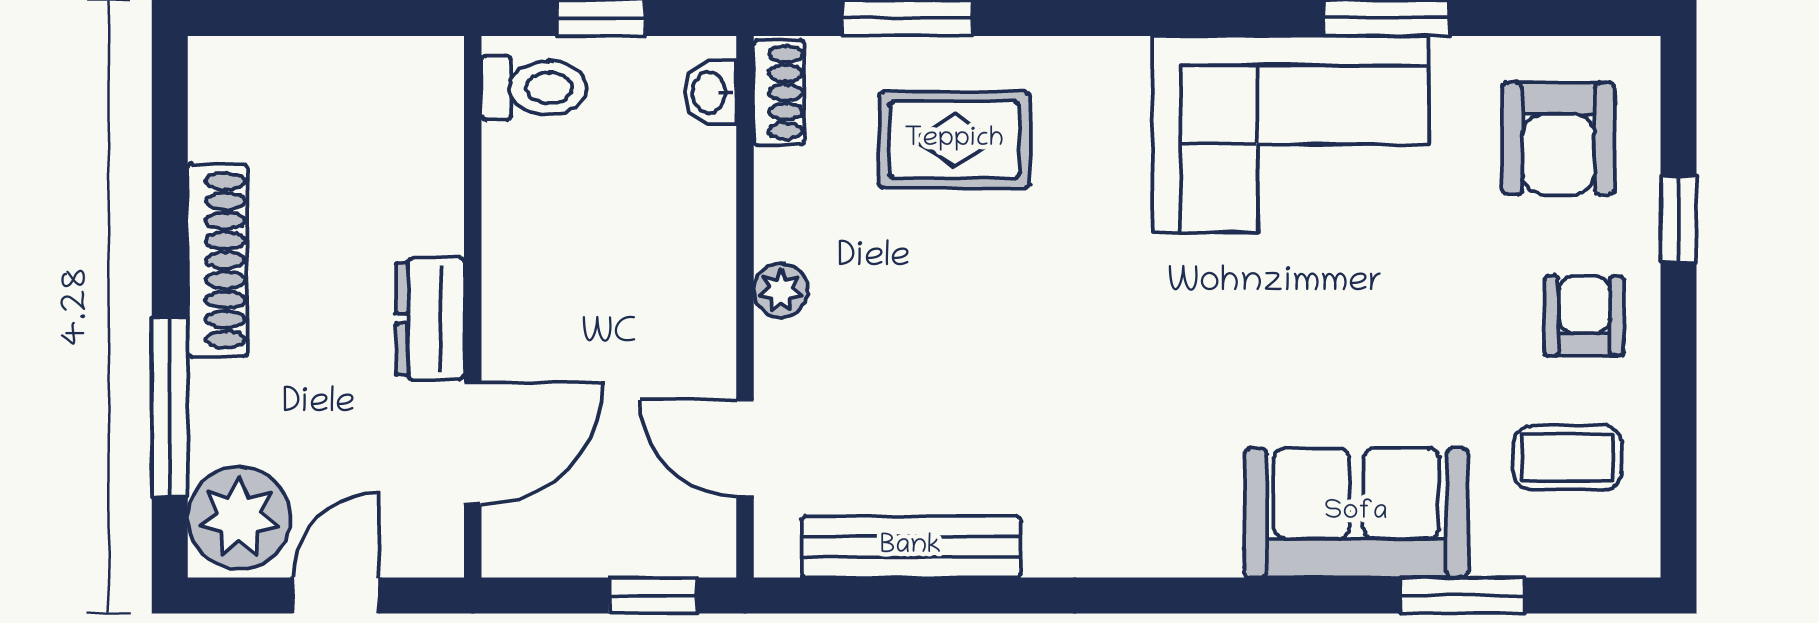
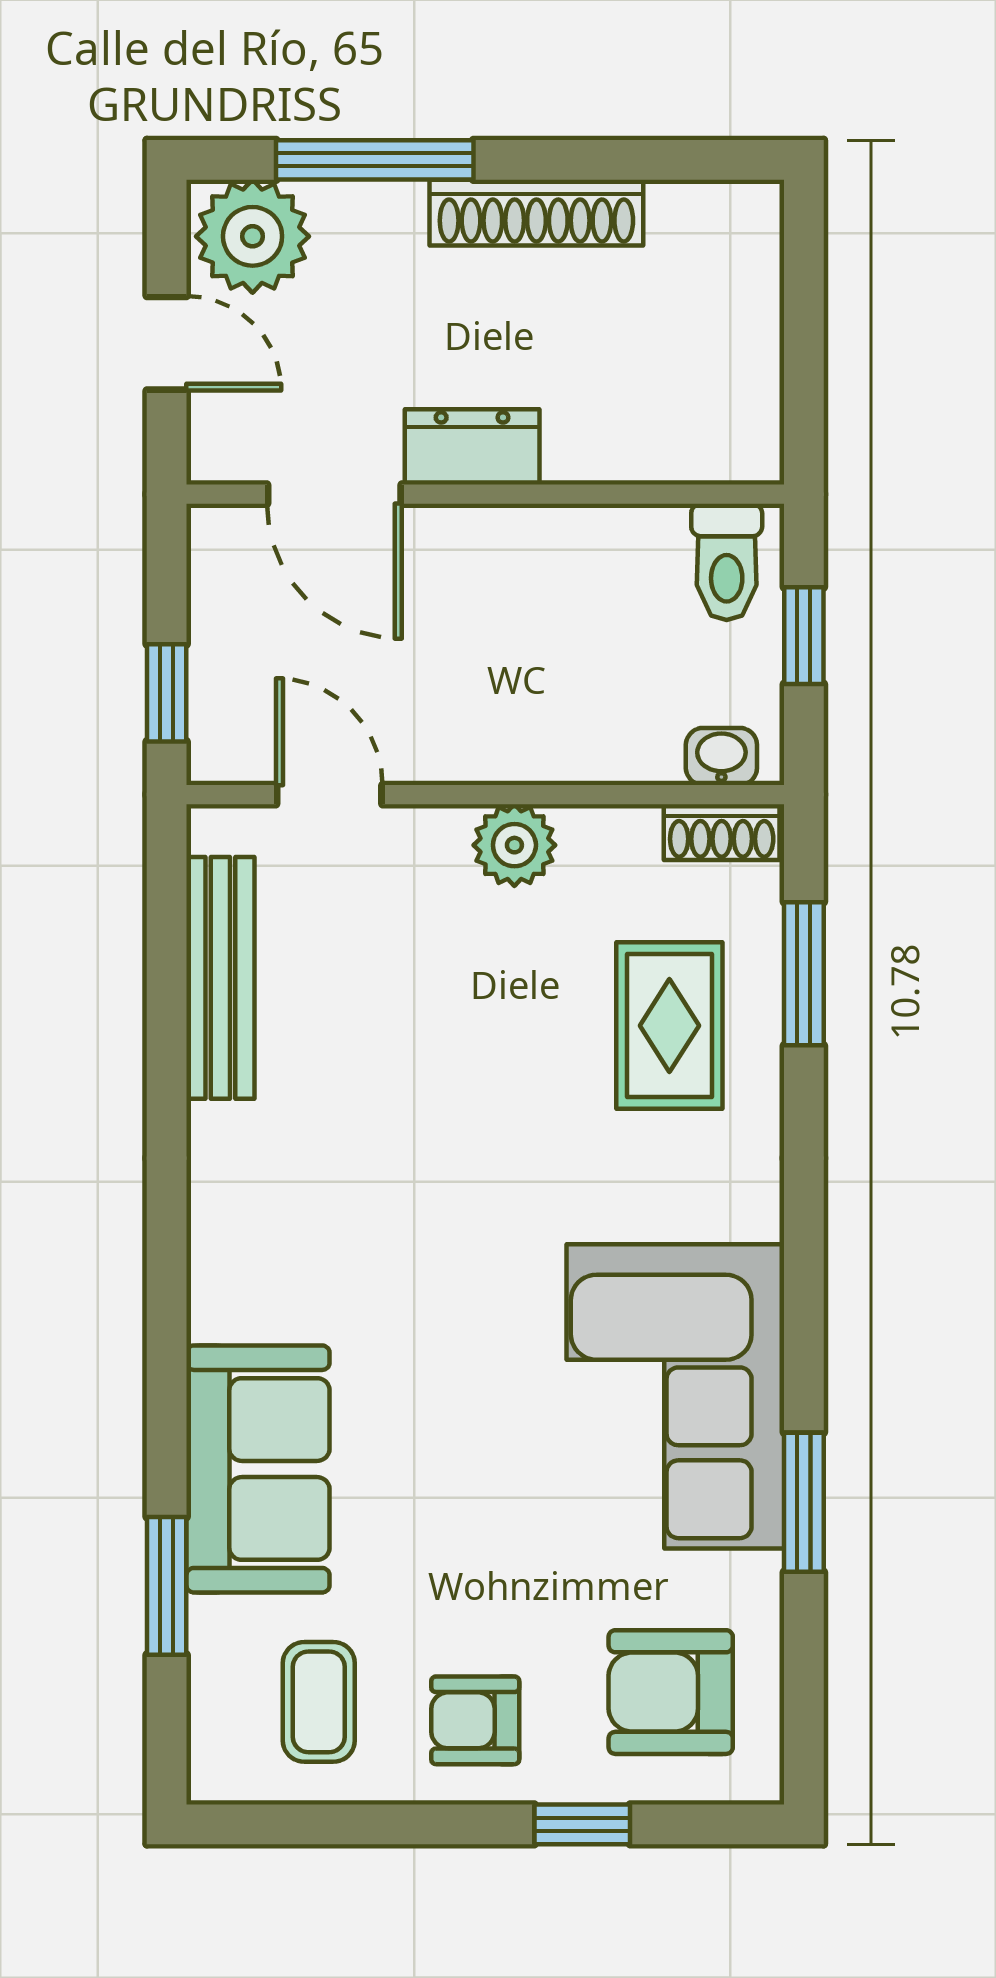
plant: (781, 290) -> (514, 845), width x1.38, depth x1.38
armchair: (1584, 316) -> (475, 1720), turned 180
door: (745, 448) -> (329, 795), hinge flipped

